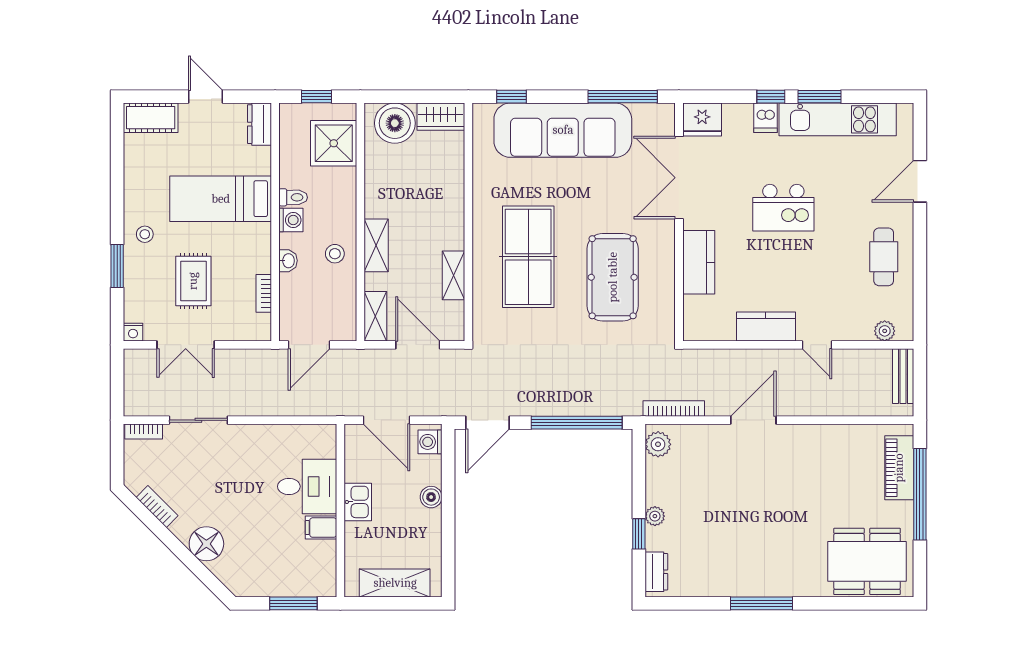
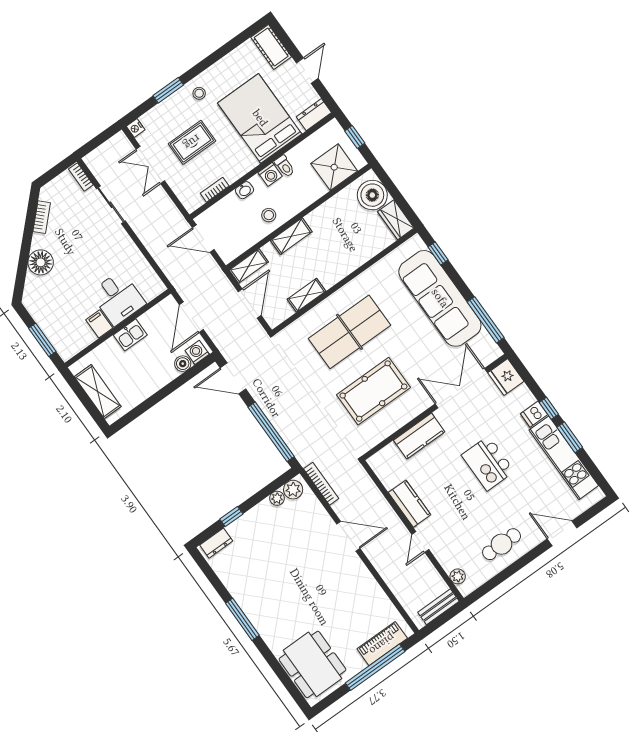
bed: (221, 199) -> (260, 118), width x1.50
boiler: (431, 497) -> (183, 364), moved
plant: (655, 516) -> (277, 498), moved

